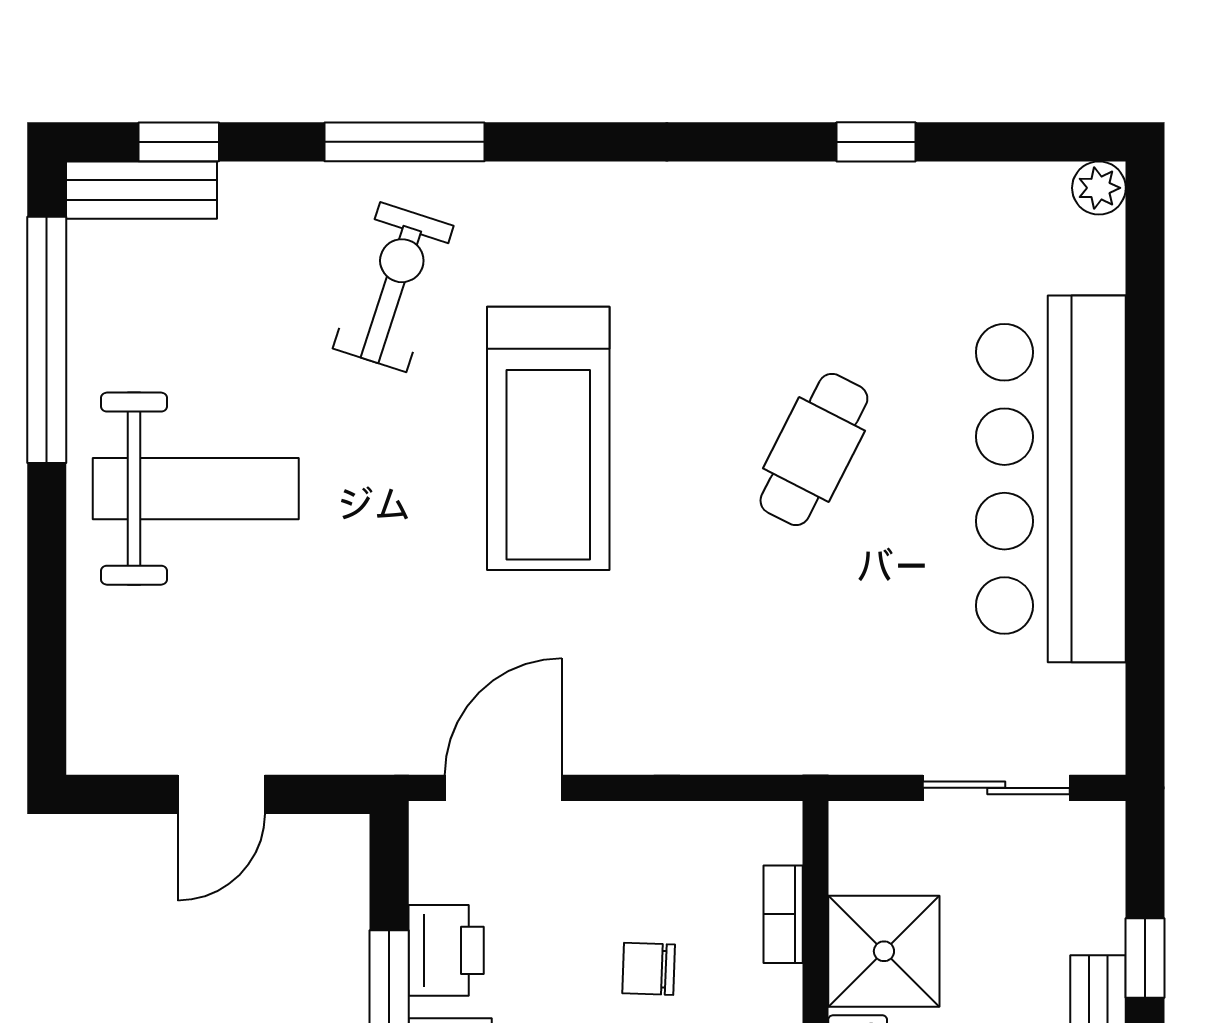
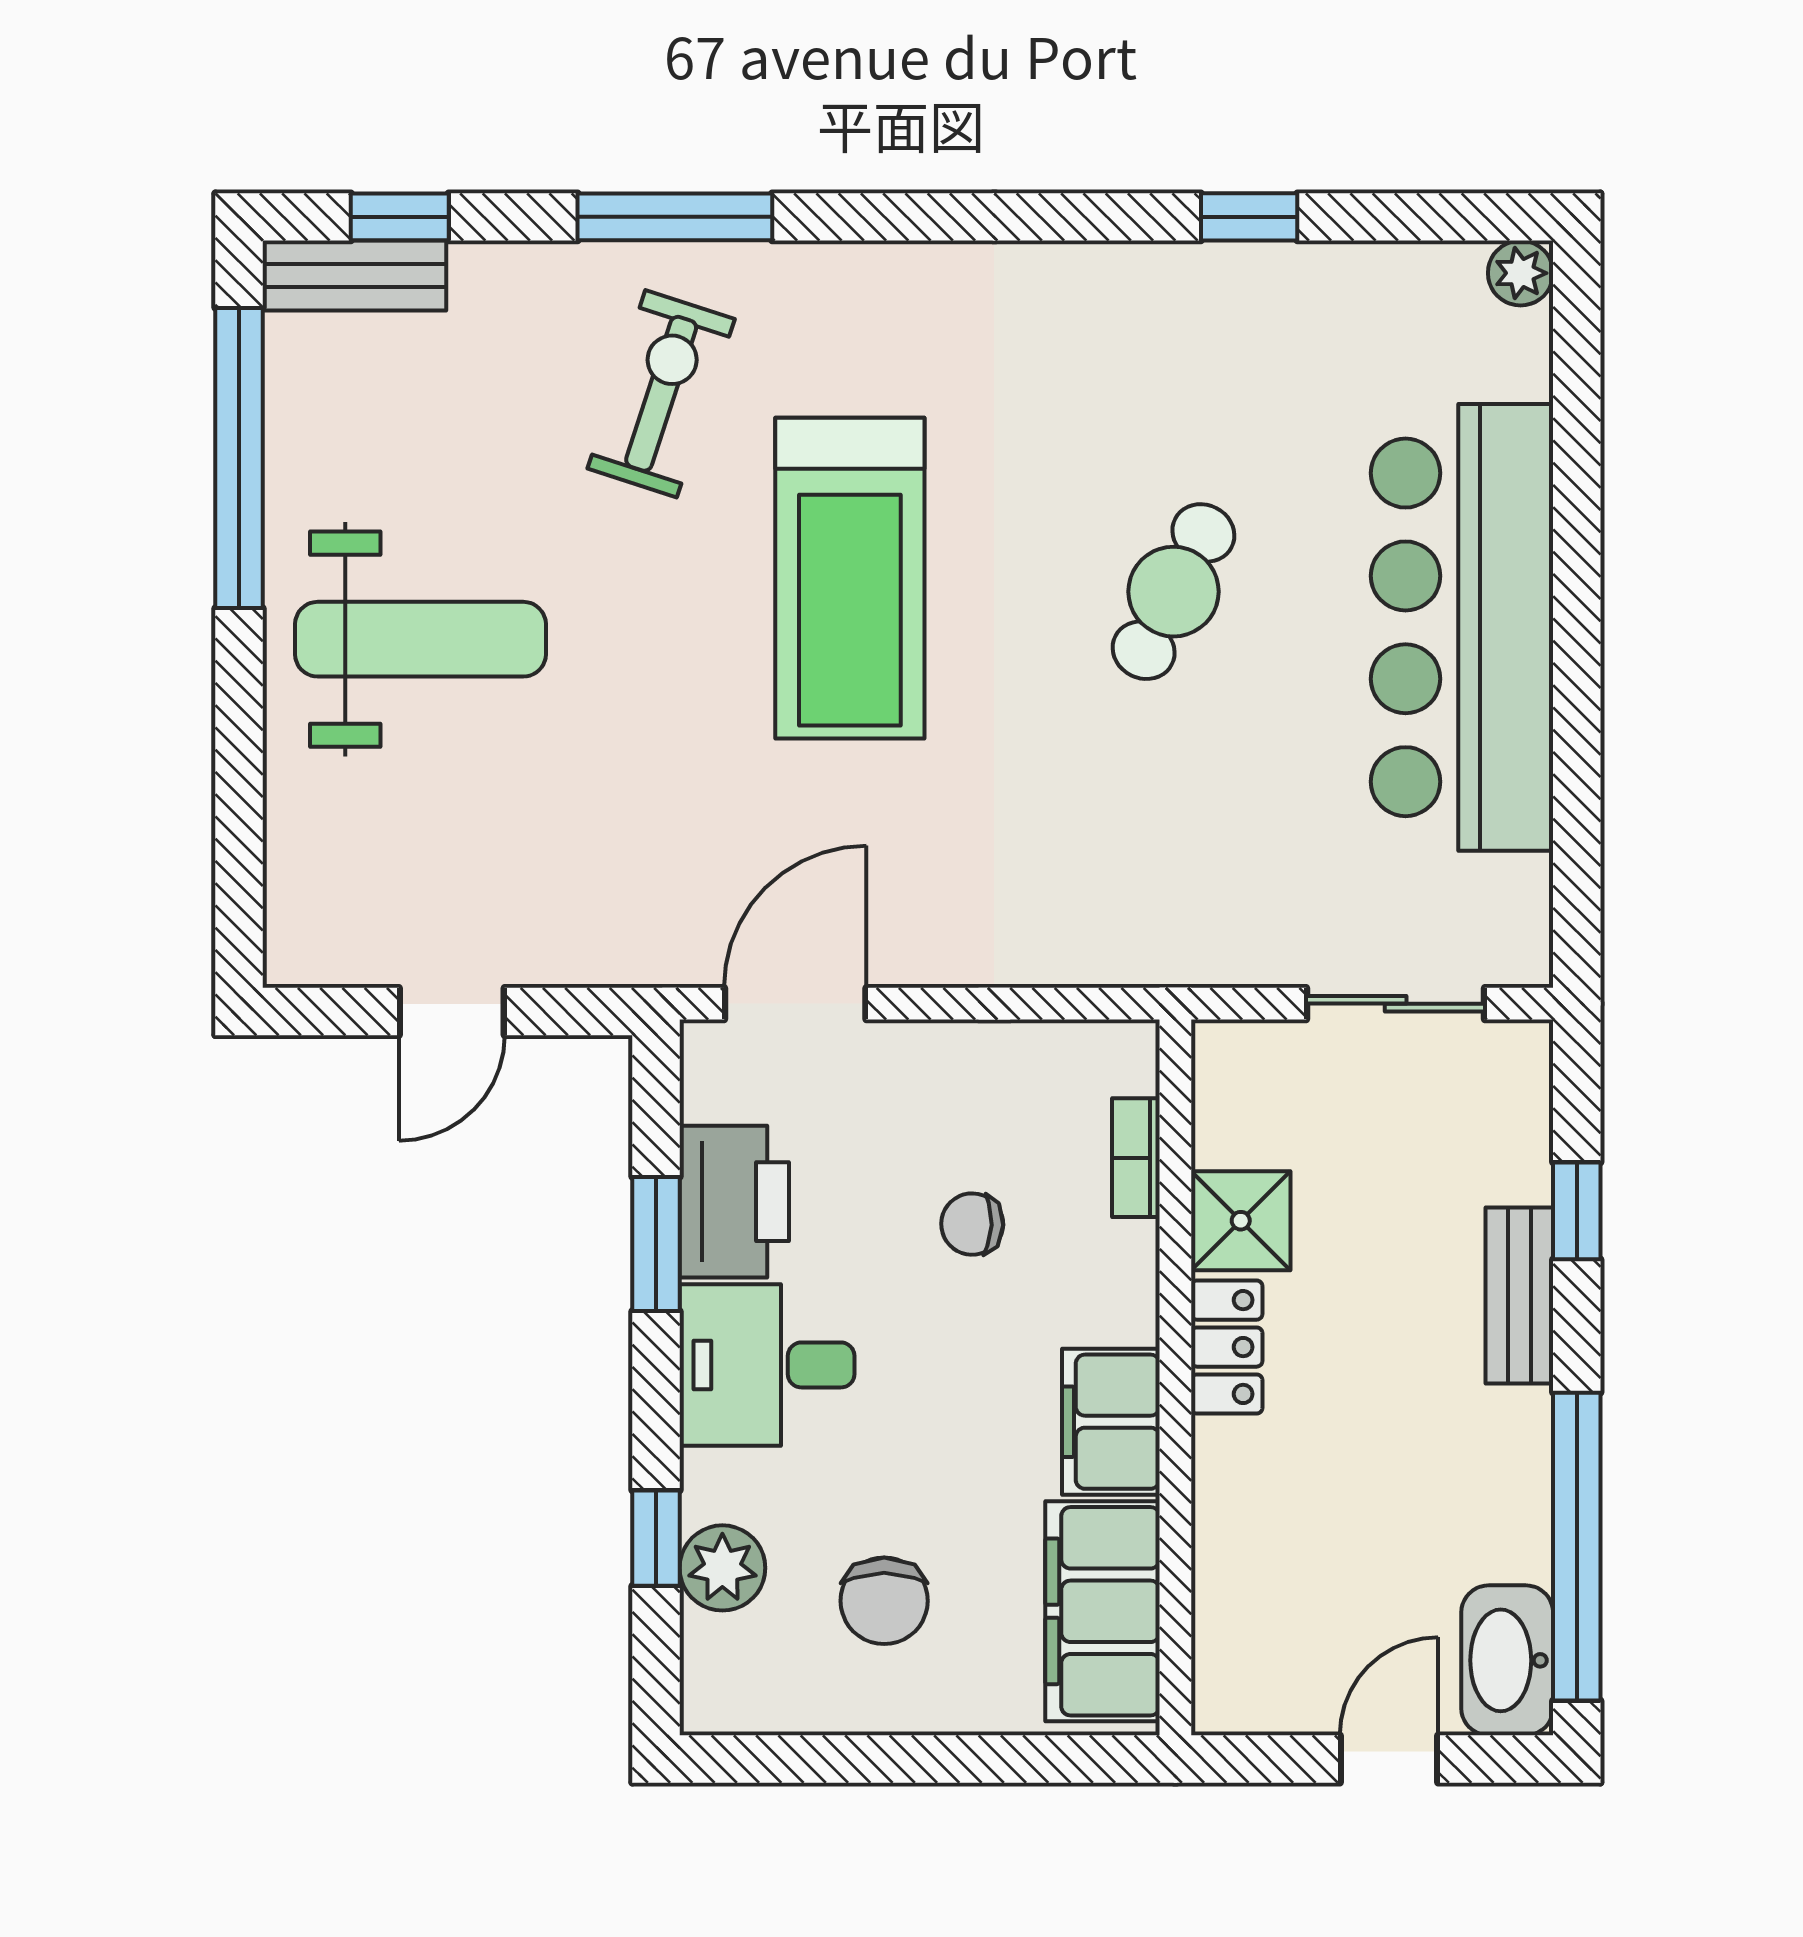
printer: (446, 950) -> (734, 1202), width x1.37, depth x1.19
shower: (884, 951) -> (1241, 1221), width x0.73, depth x0.73

